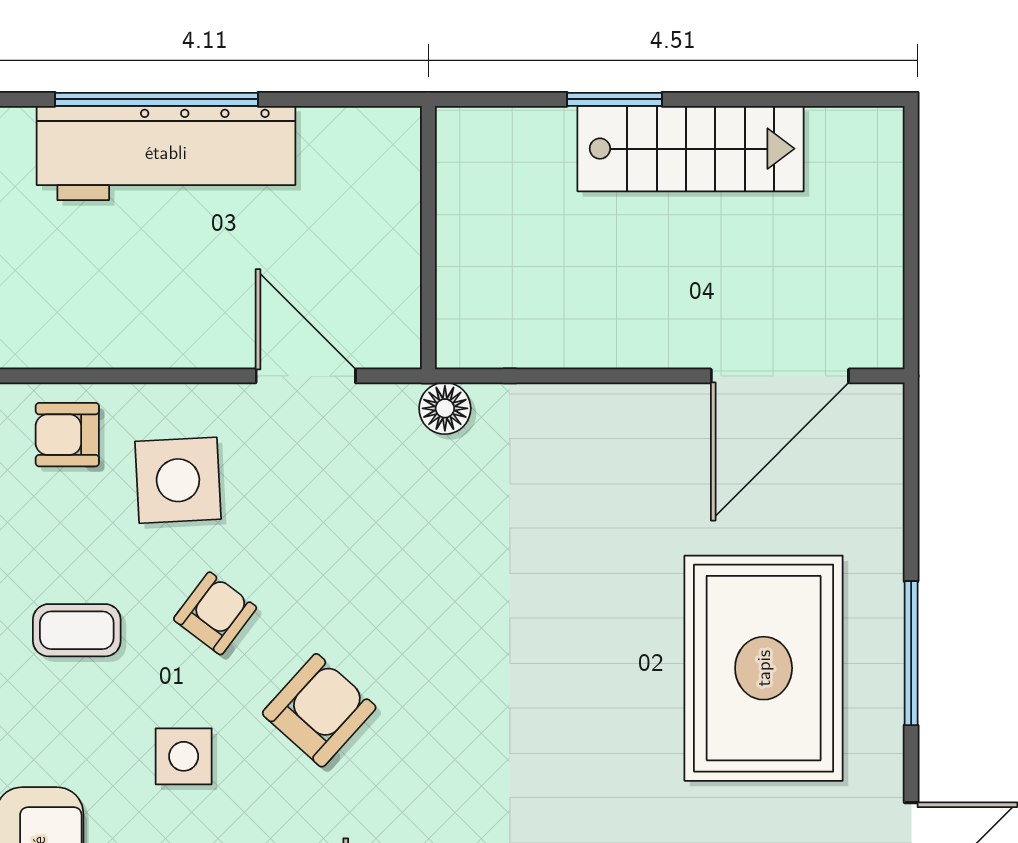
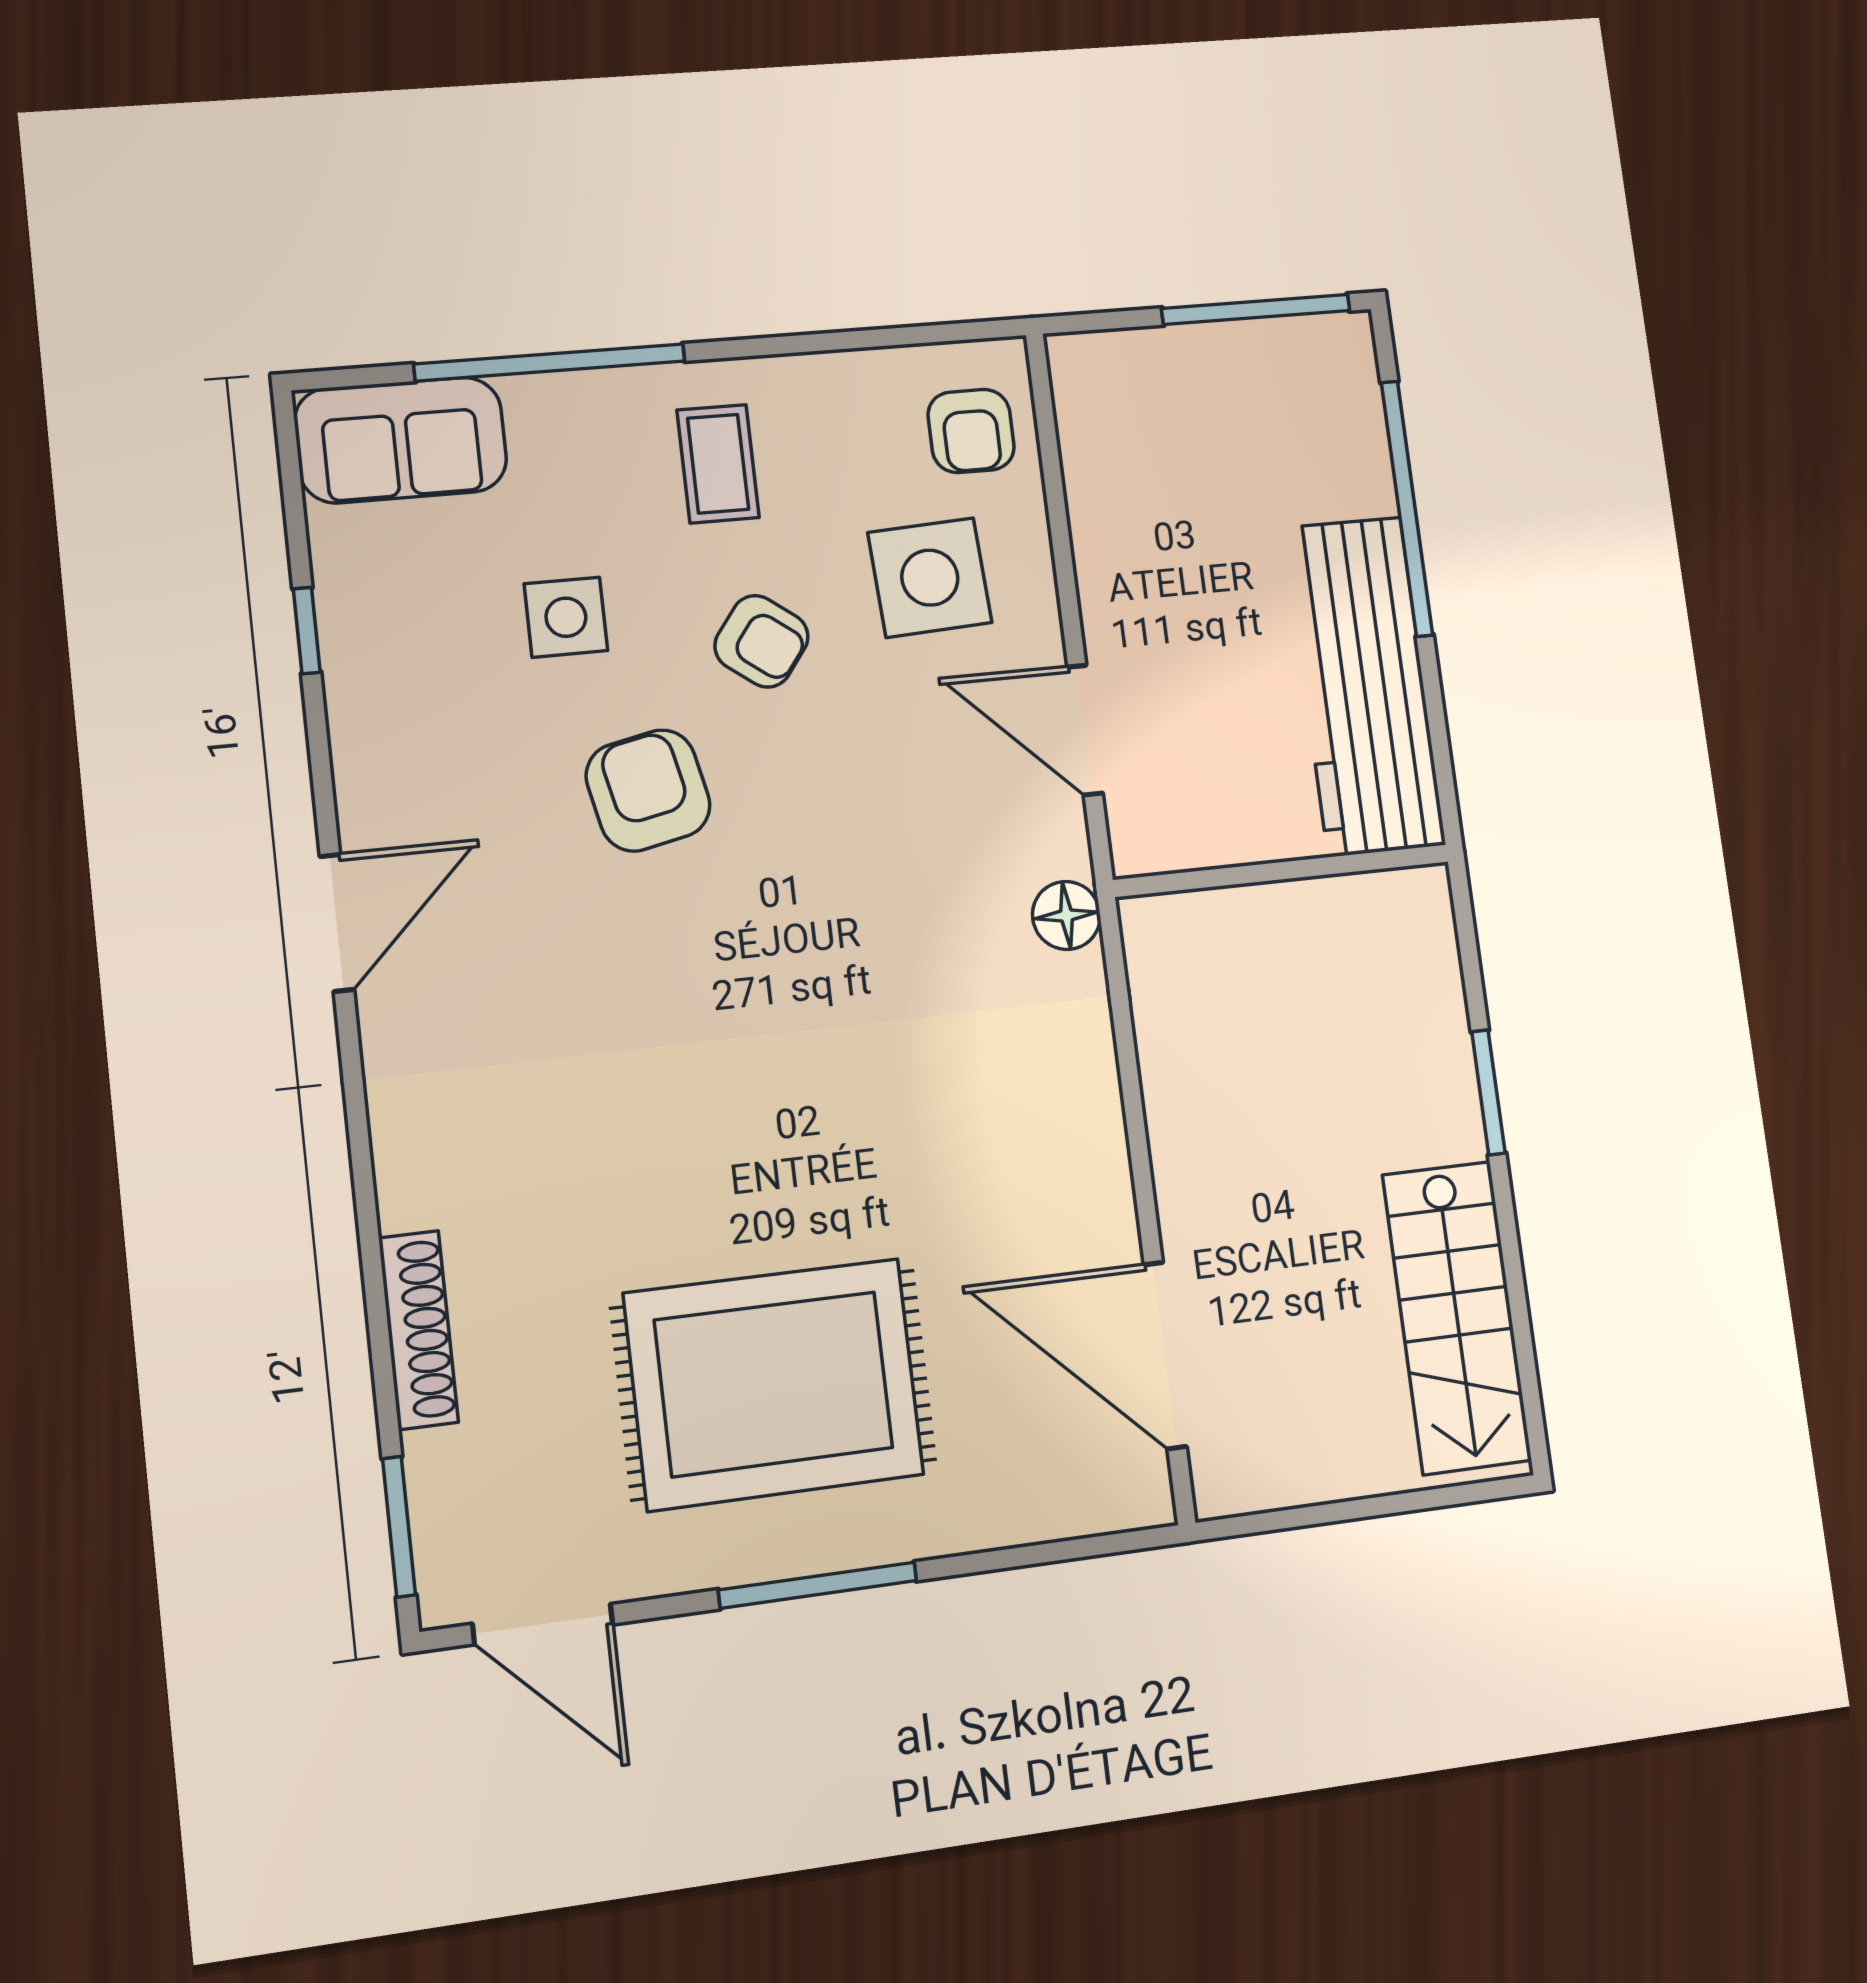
stairs: (690, 149) -> (1457, 1317), moved
workbench: (166, 153) -> (1364, 686), moved
door: (306, 376) -> (1085, 730), swing flipped
armchair: (67, 435) -> (971, 431), turned 180
armchair: (319, 710) -> (648, 790), turned -144

